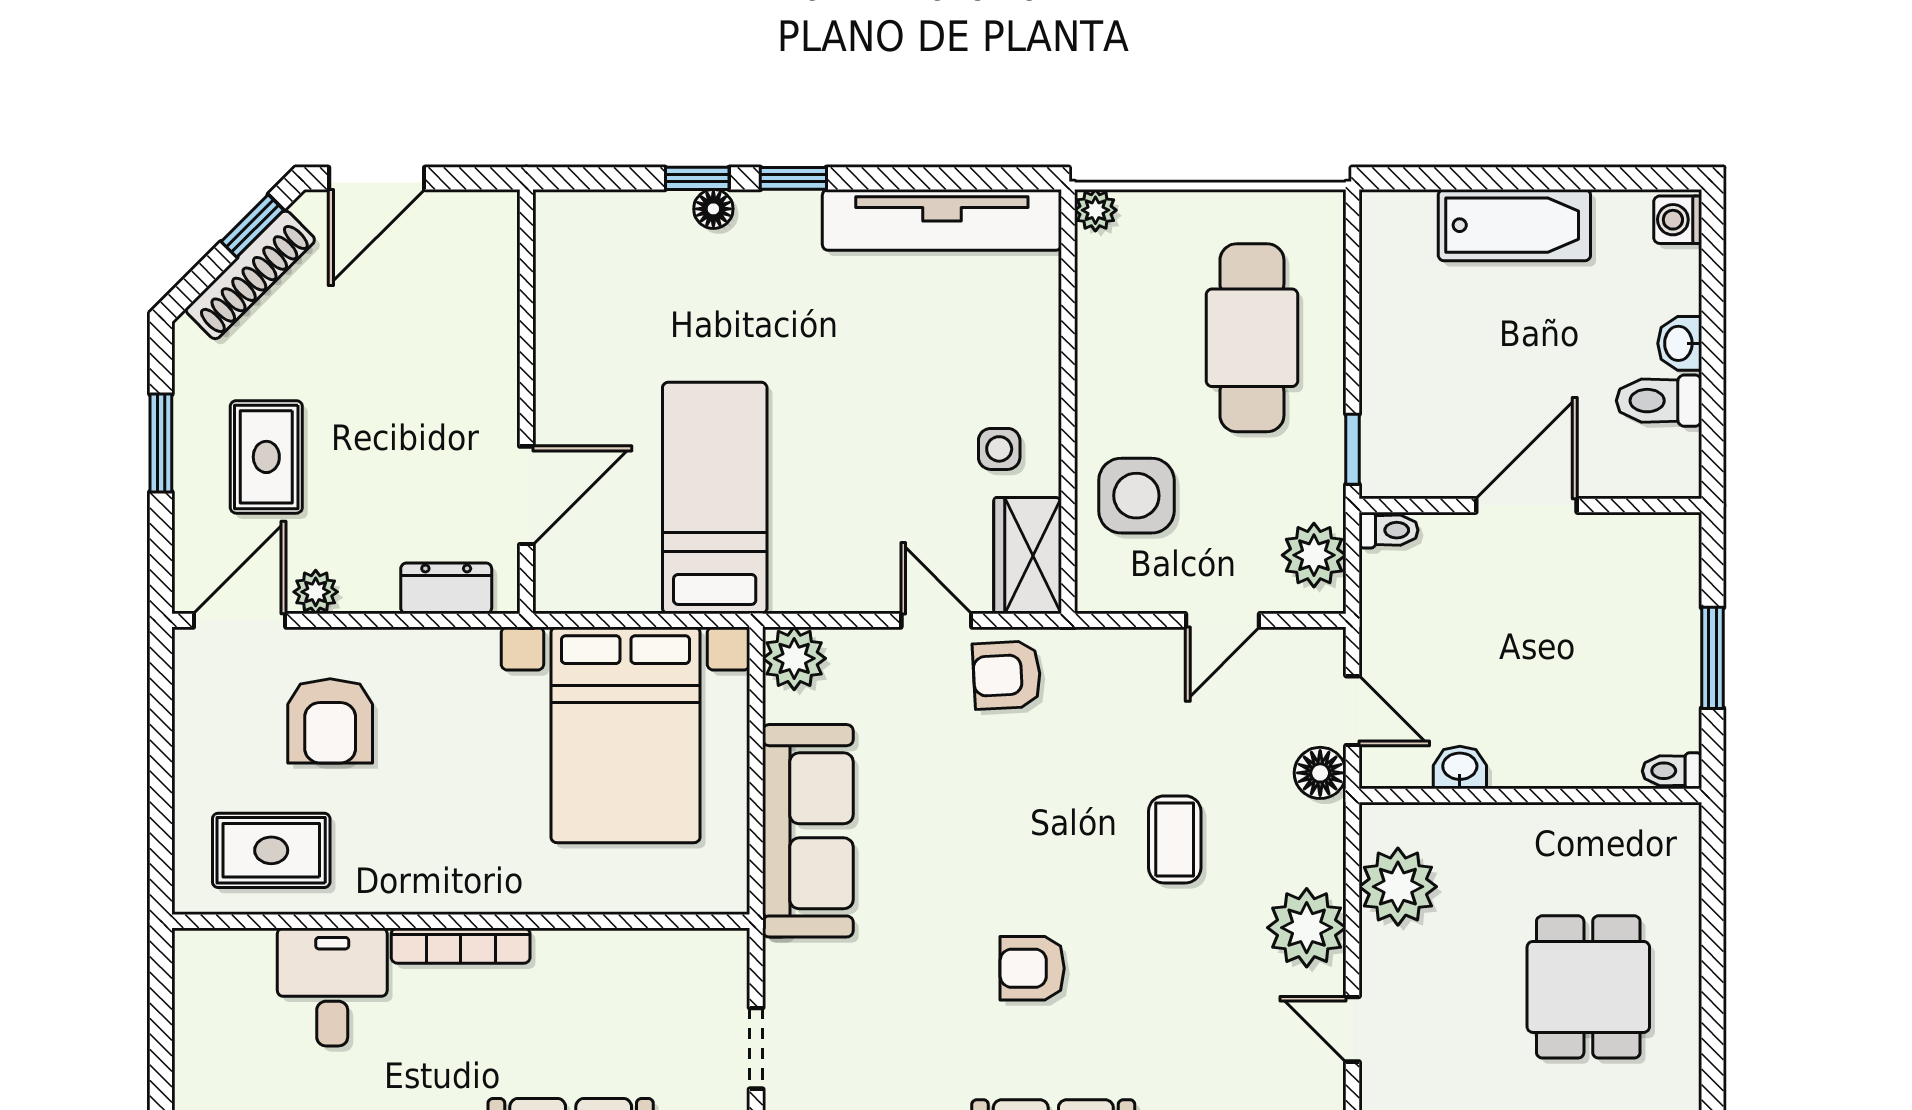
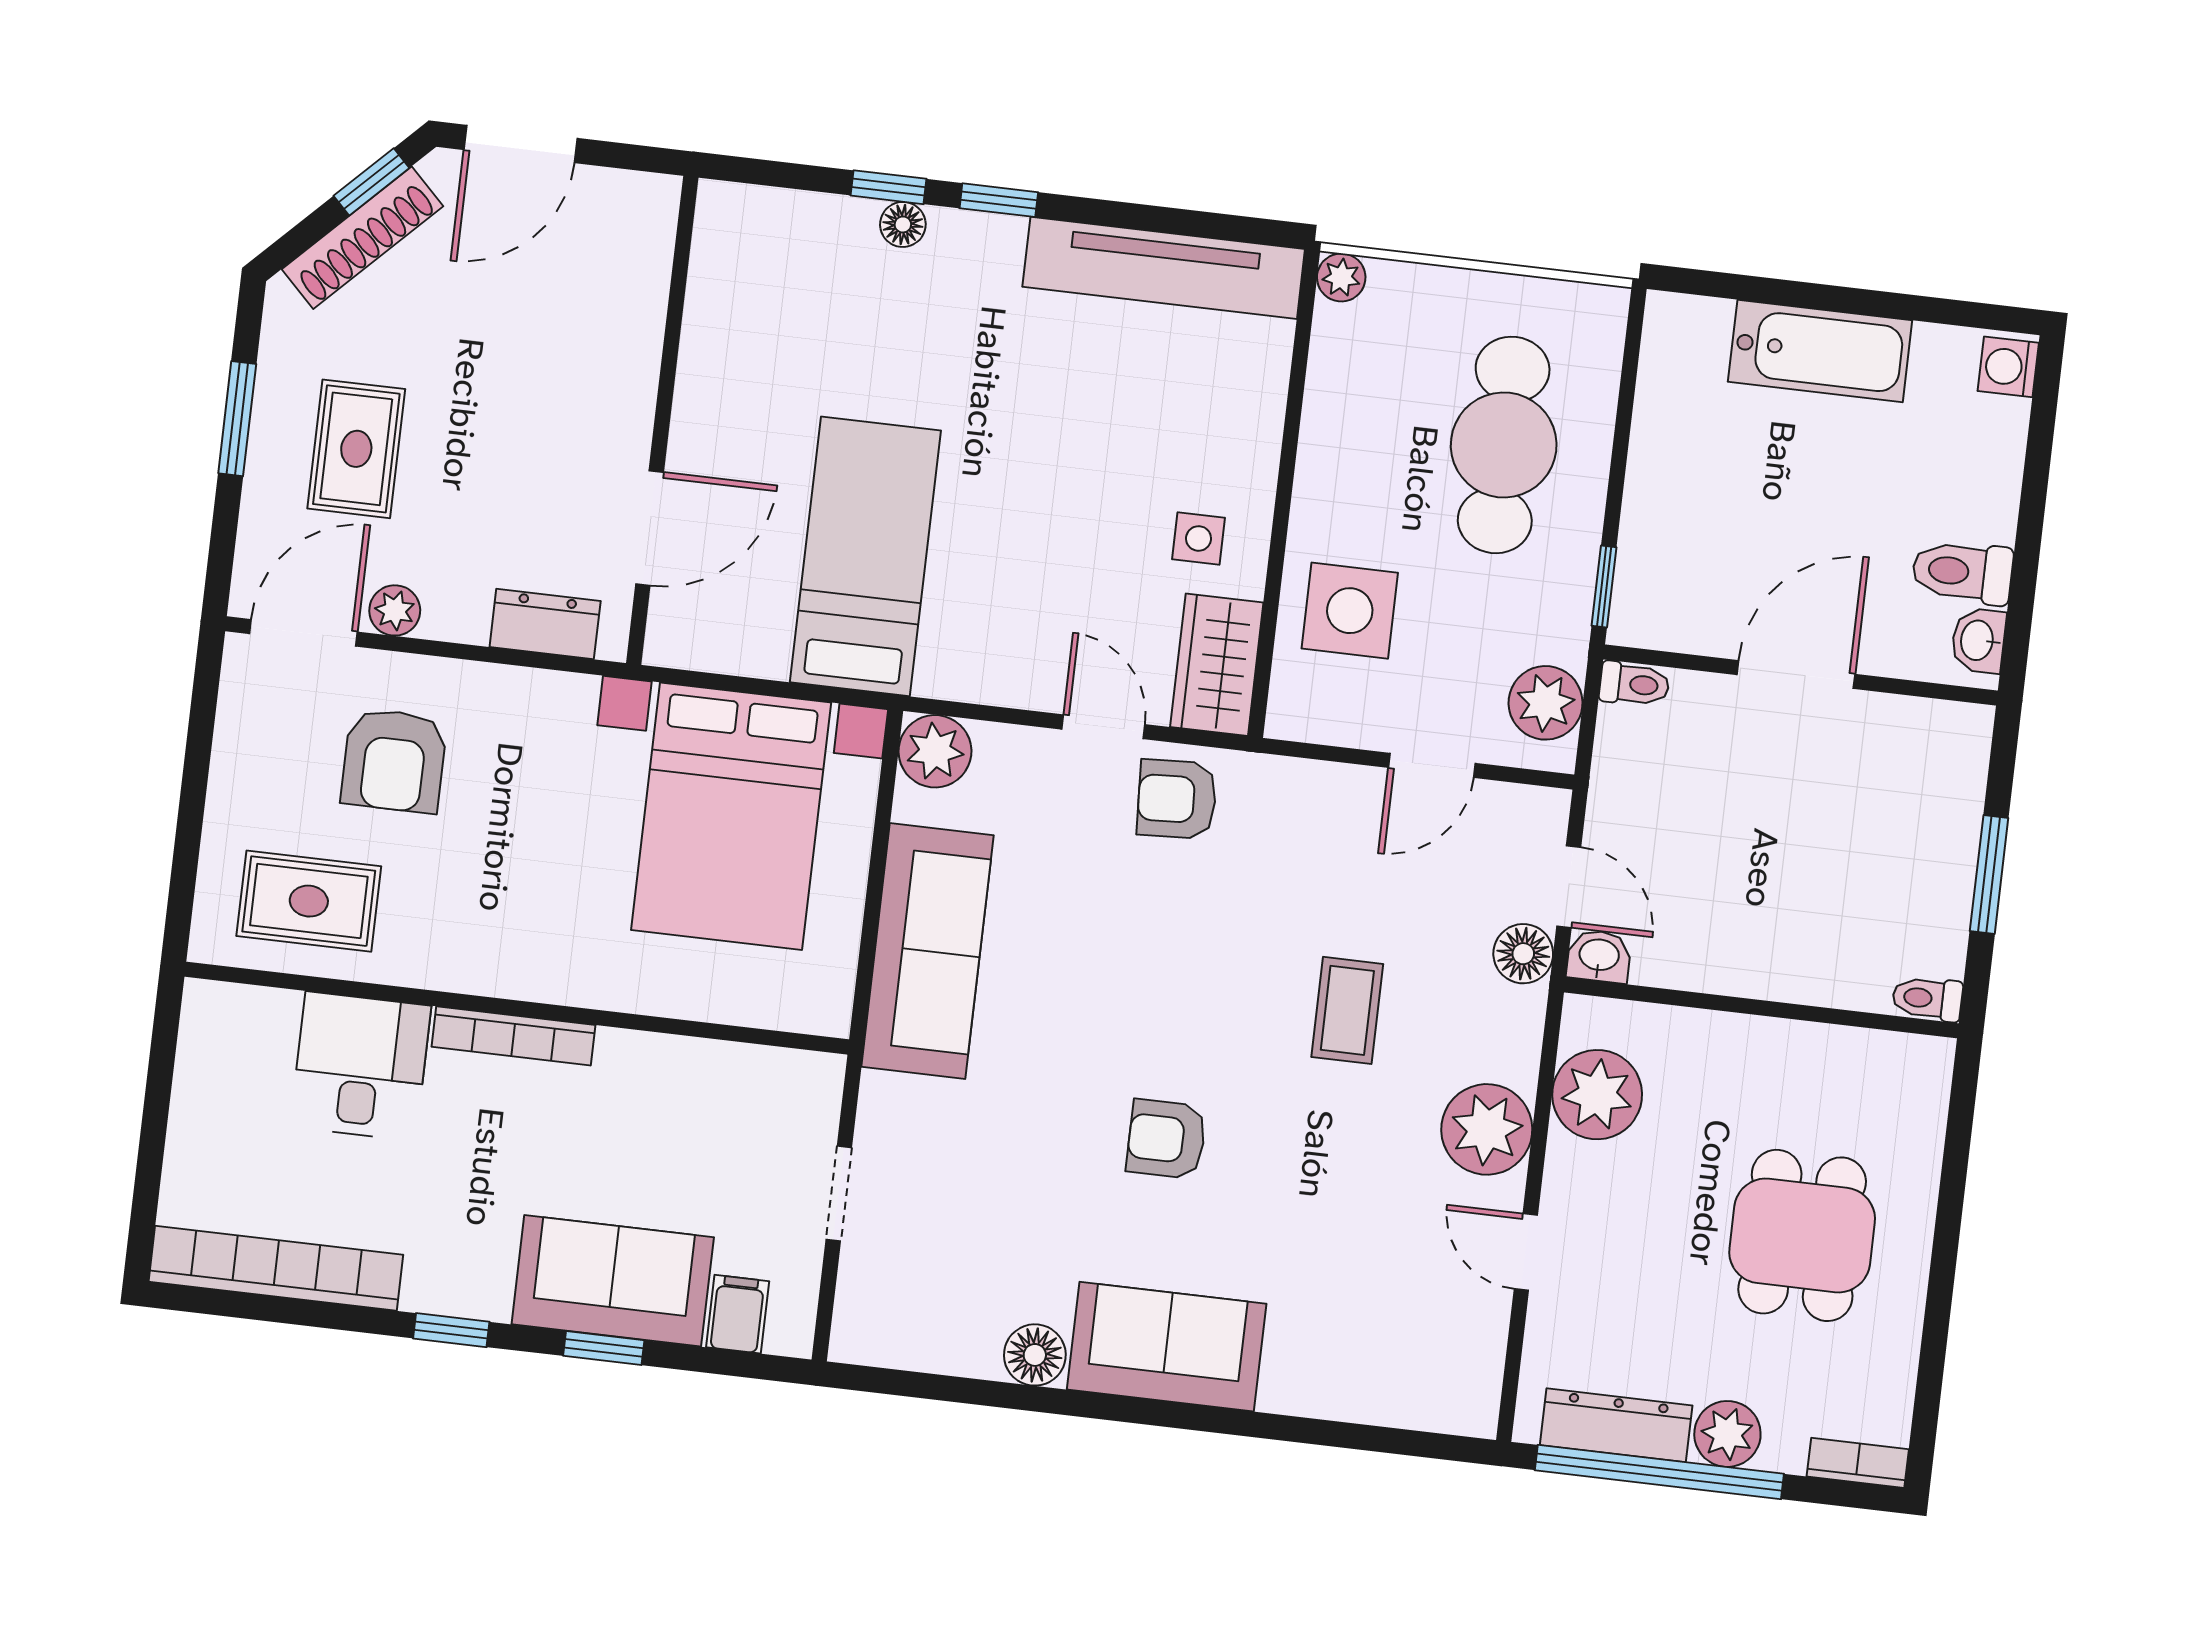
washbasin: (1680, 343) -> (1978, 640), moved
washbasin: (1460, 767) -> (1599, 956), moved

